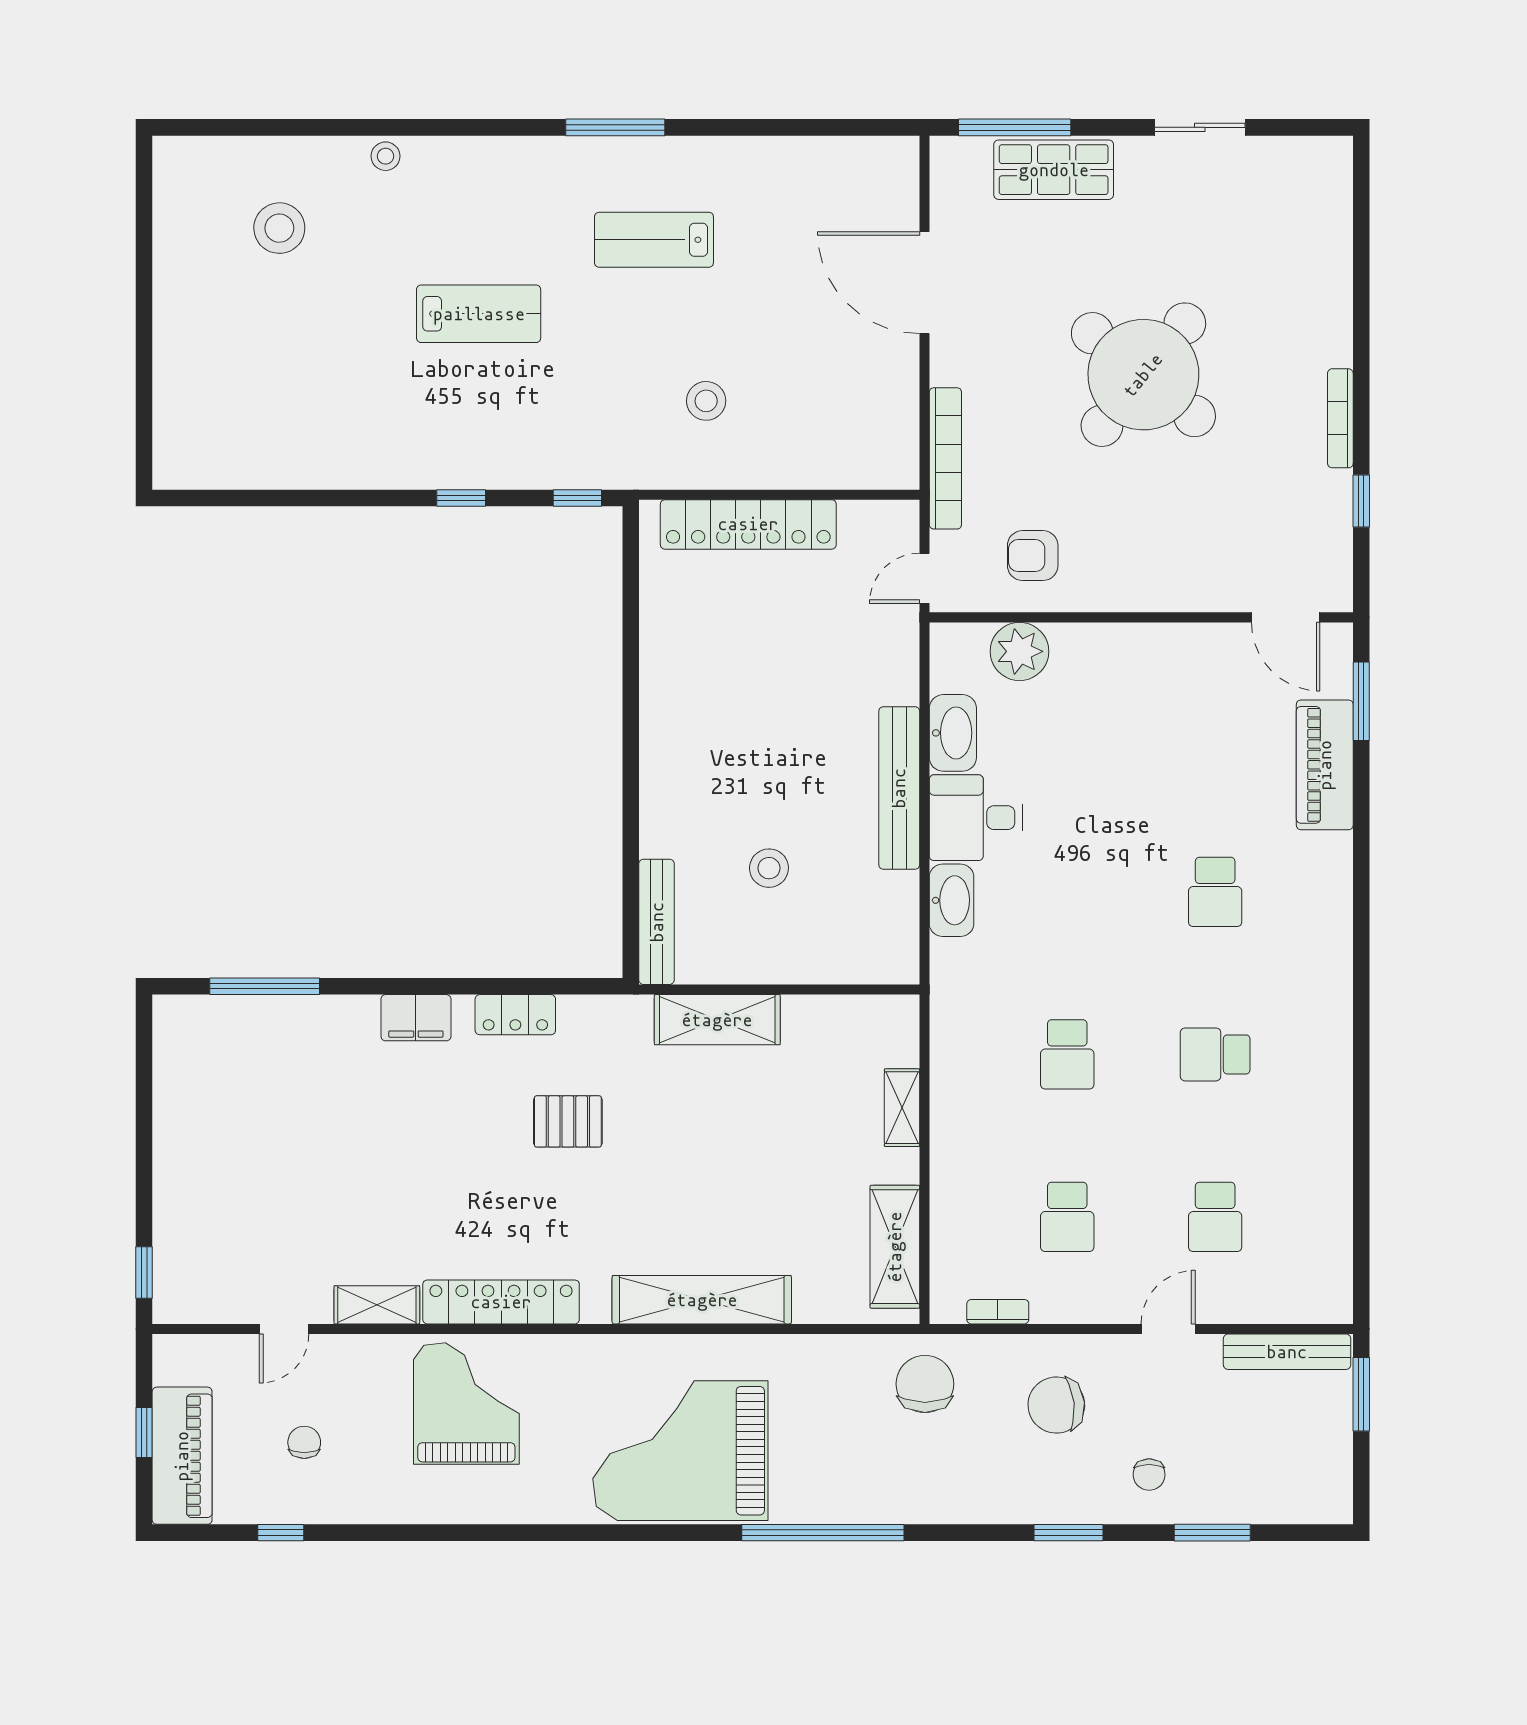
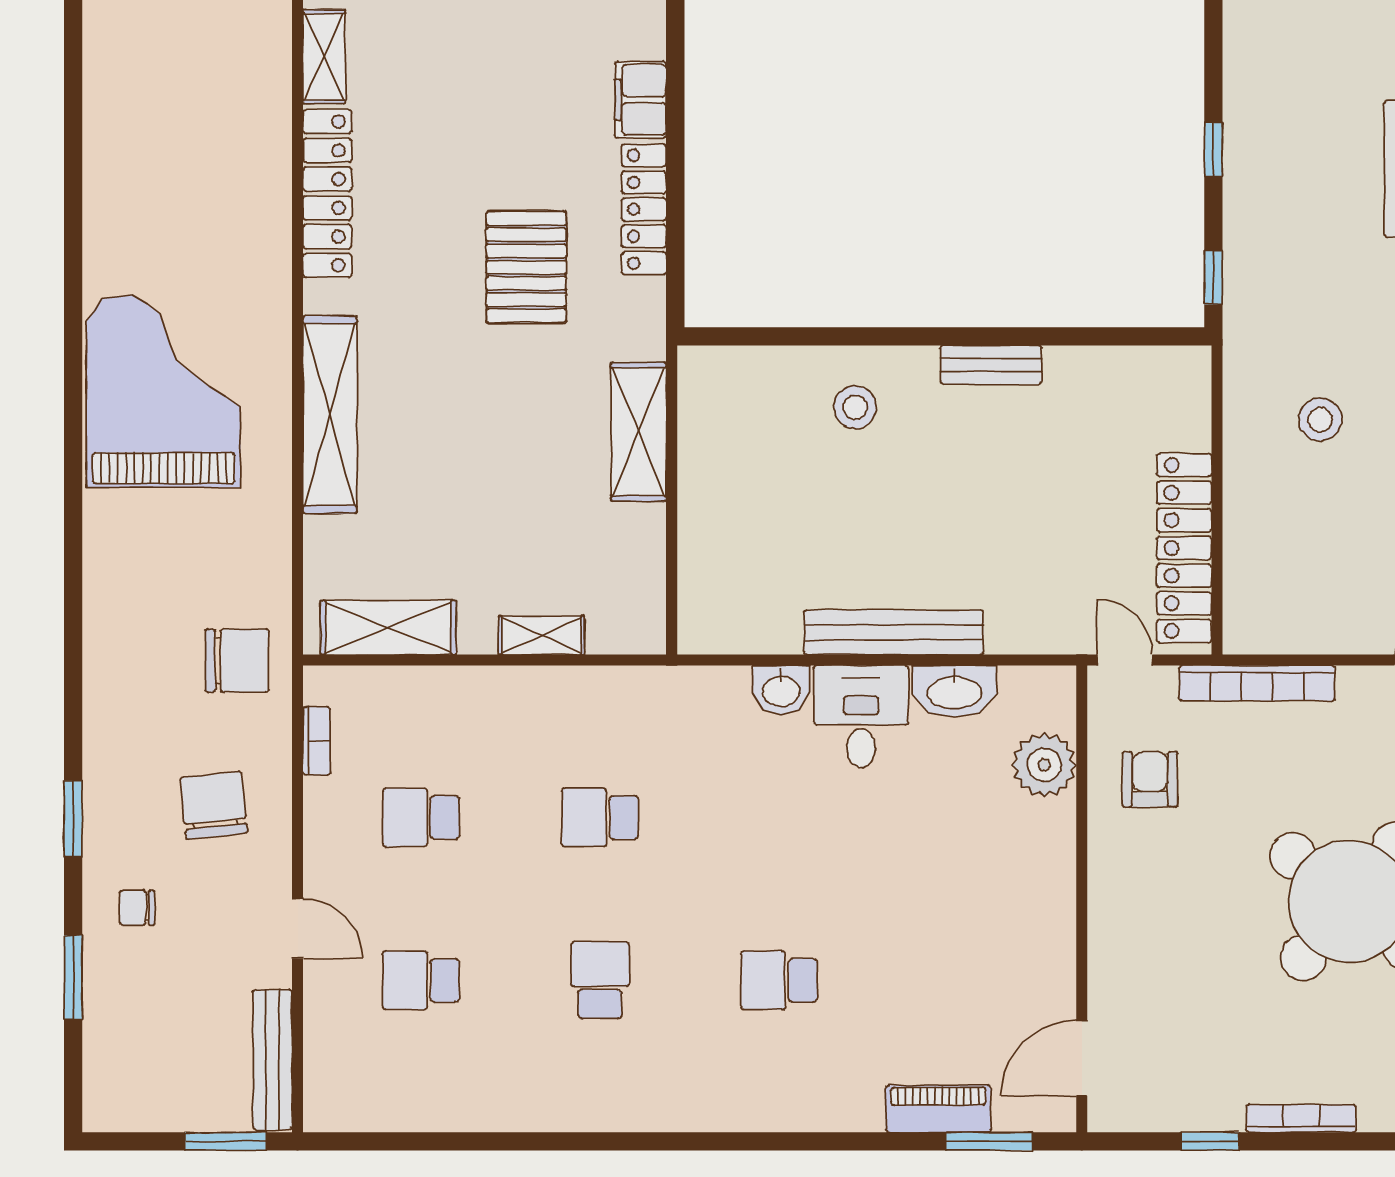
locker: (748, 524) -> (1184, 548), moved
piano: (1325, 765) -> (938, 1109), width x0.73, depth x0.75
stool: (769, 868) -> (855, 407), moved
washbasin: (952, 900) -> (781, 690), width x0.72
bench: (657, 922) -> (991, 365), moved, width x0.73
locker: (515, 1015) -> (644, 209), width x1.53
pallet: (568, 1121) -> (526, 267), width x1.50, depth x1.42
grand piano: (466, 1404) -> (215, 155), removed
window: (823, 1533) -> (73, 548), removed

